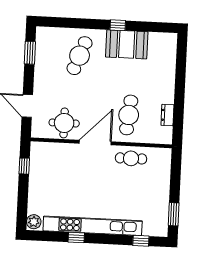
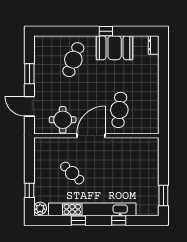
window: (30, 53) -> (29, 74), moved
dresser: (167, 115) -> (154, 45), moved
cafe table: (131, 158) -> (72, 173), moved, turned 43
window: (24, 166) -> (29, 190), moved
window: (141, 241) -> (119, 220), moved

